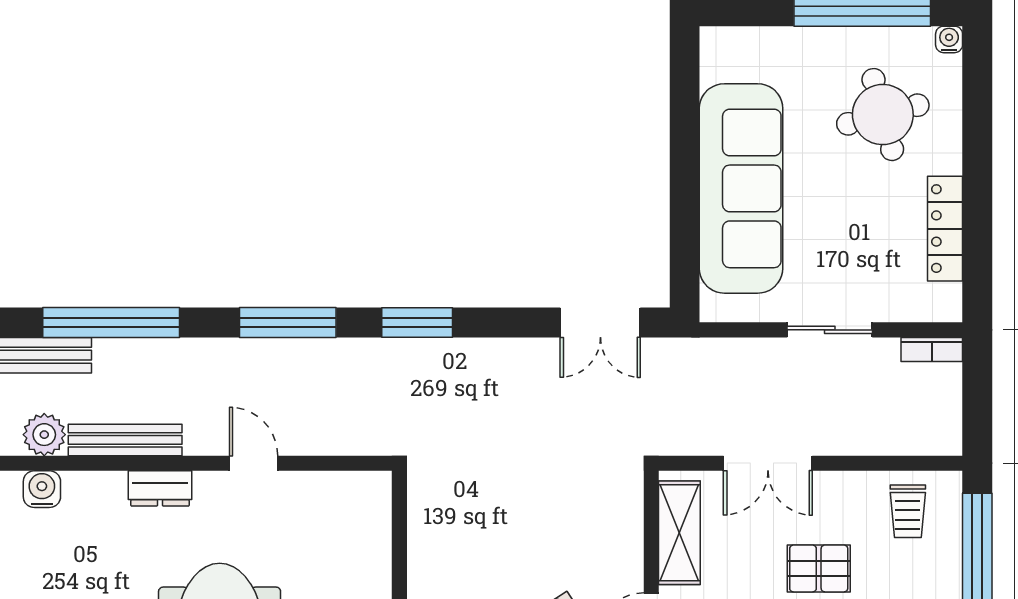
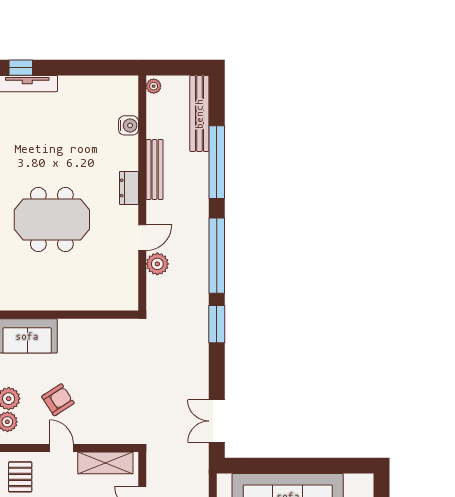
window: (288, 322) -> (217, 256), width x1.46
plant: (44, 435) -> (157, 264), moved

